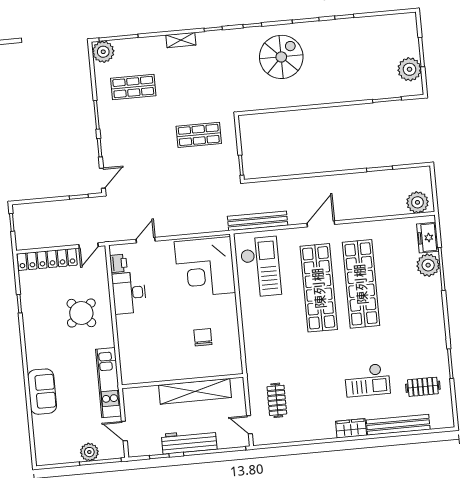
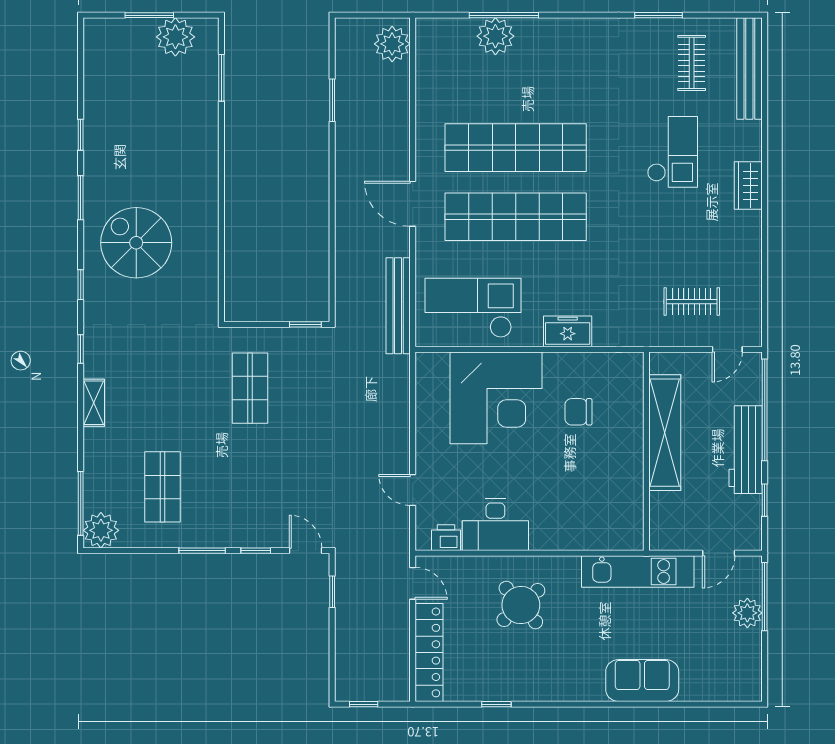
freezer: (427, 238) -> (568, 331), moved, turned 180
corner desk: (205, 267) -> (496, 398), moved
bench: (398, 425) -> (749, 68), moved

